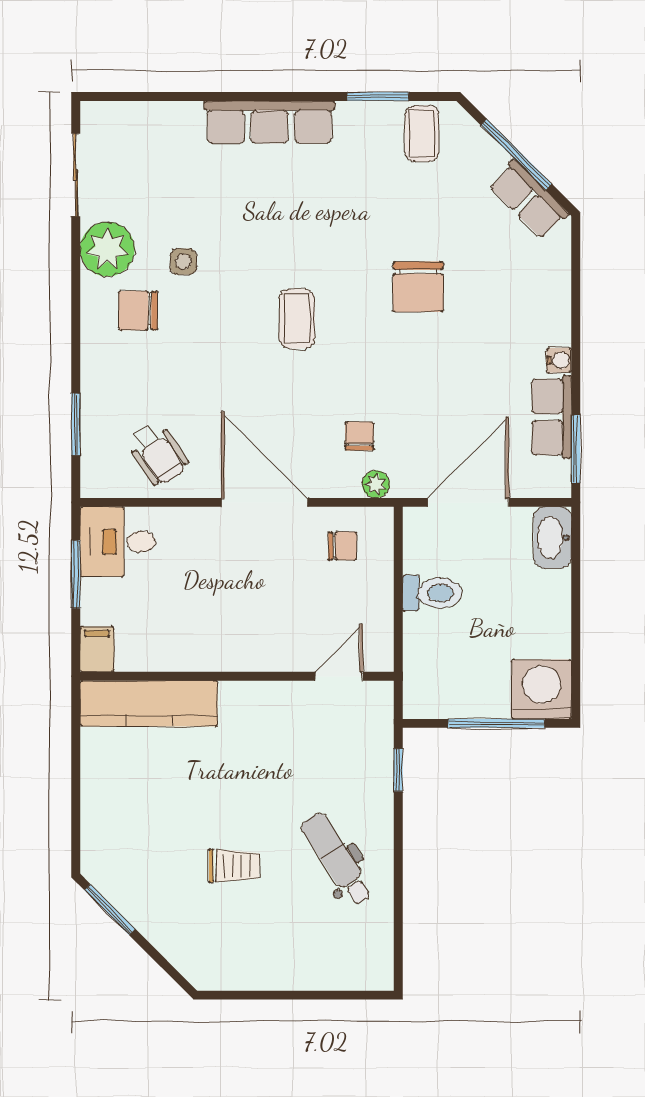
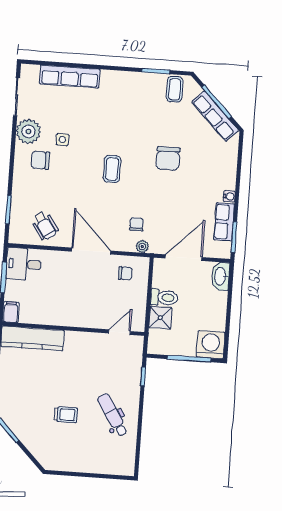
row of seats: (270, 122) -> (70, 77), moved
row of seats: (529, 200) -> (215, 116), width x1.48
shower: (427, 638) -> (160, 318), added

